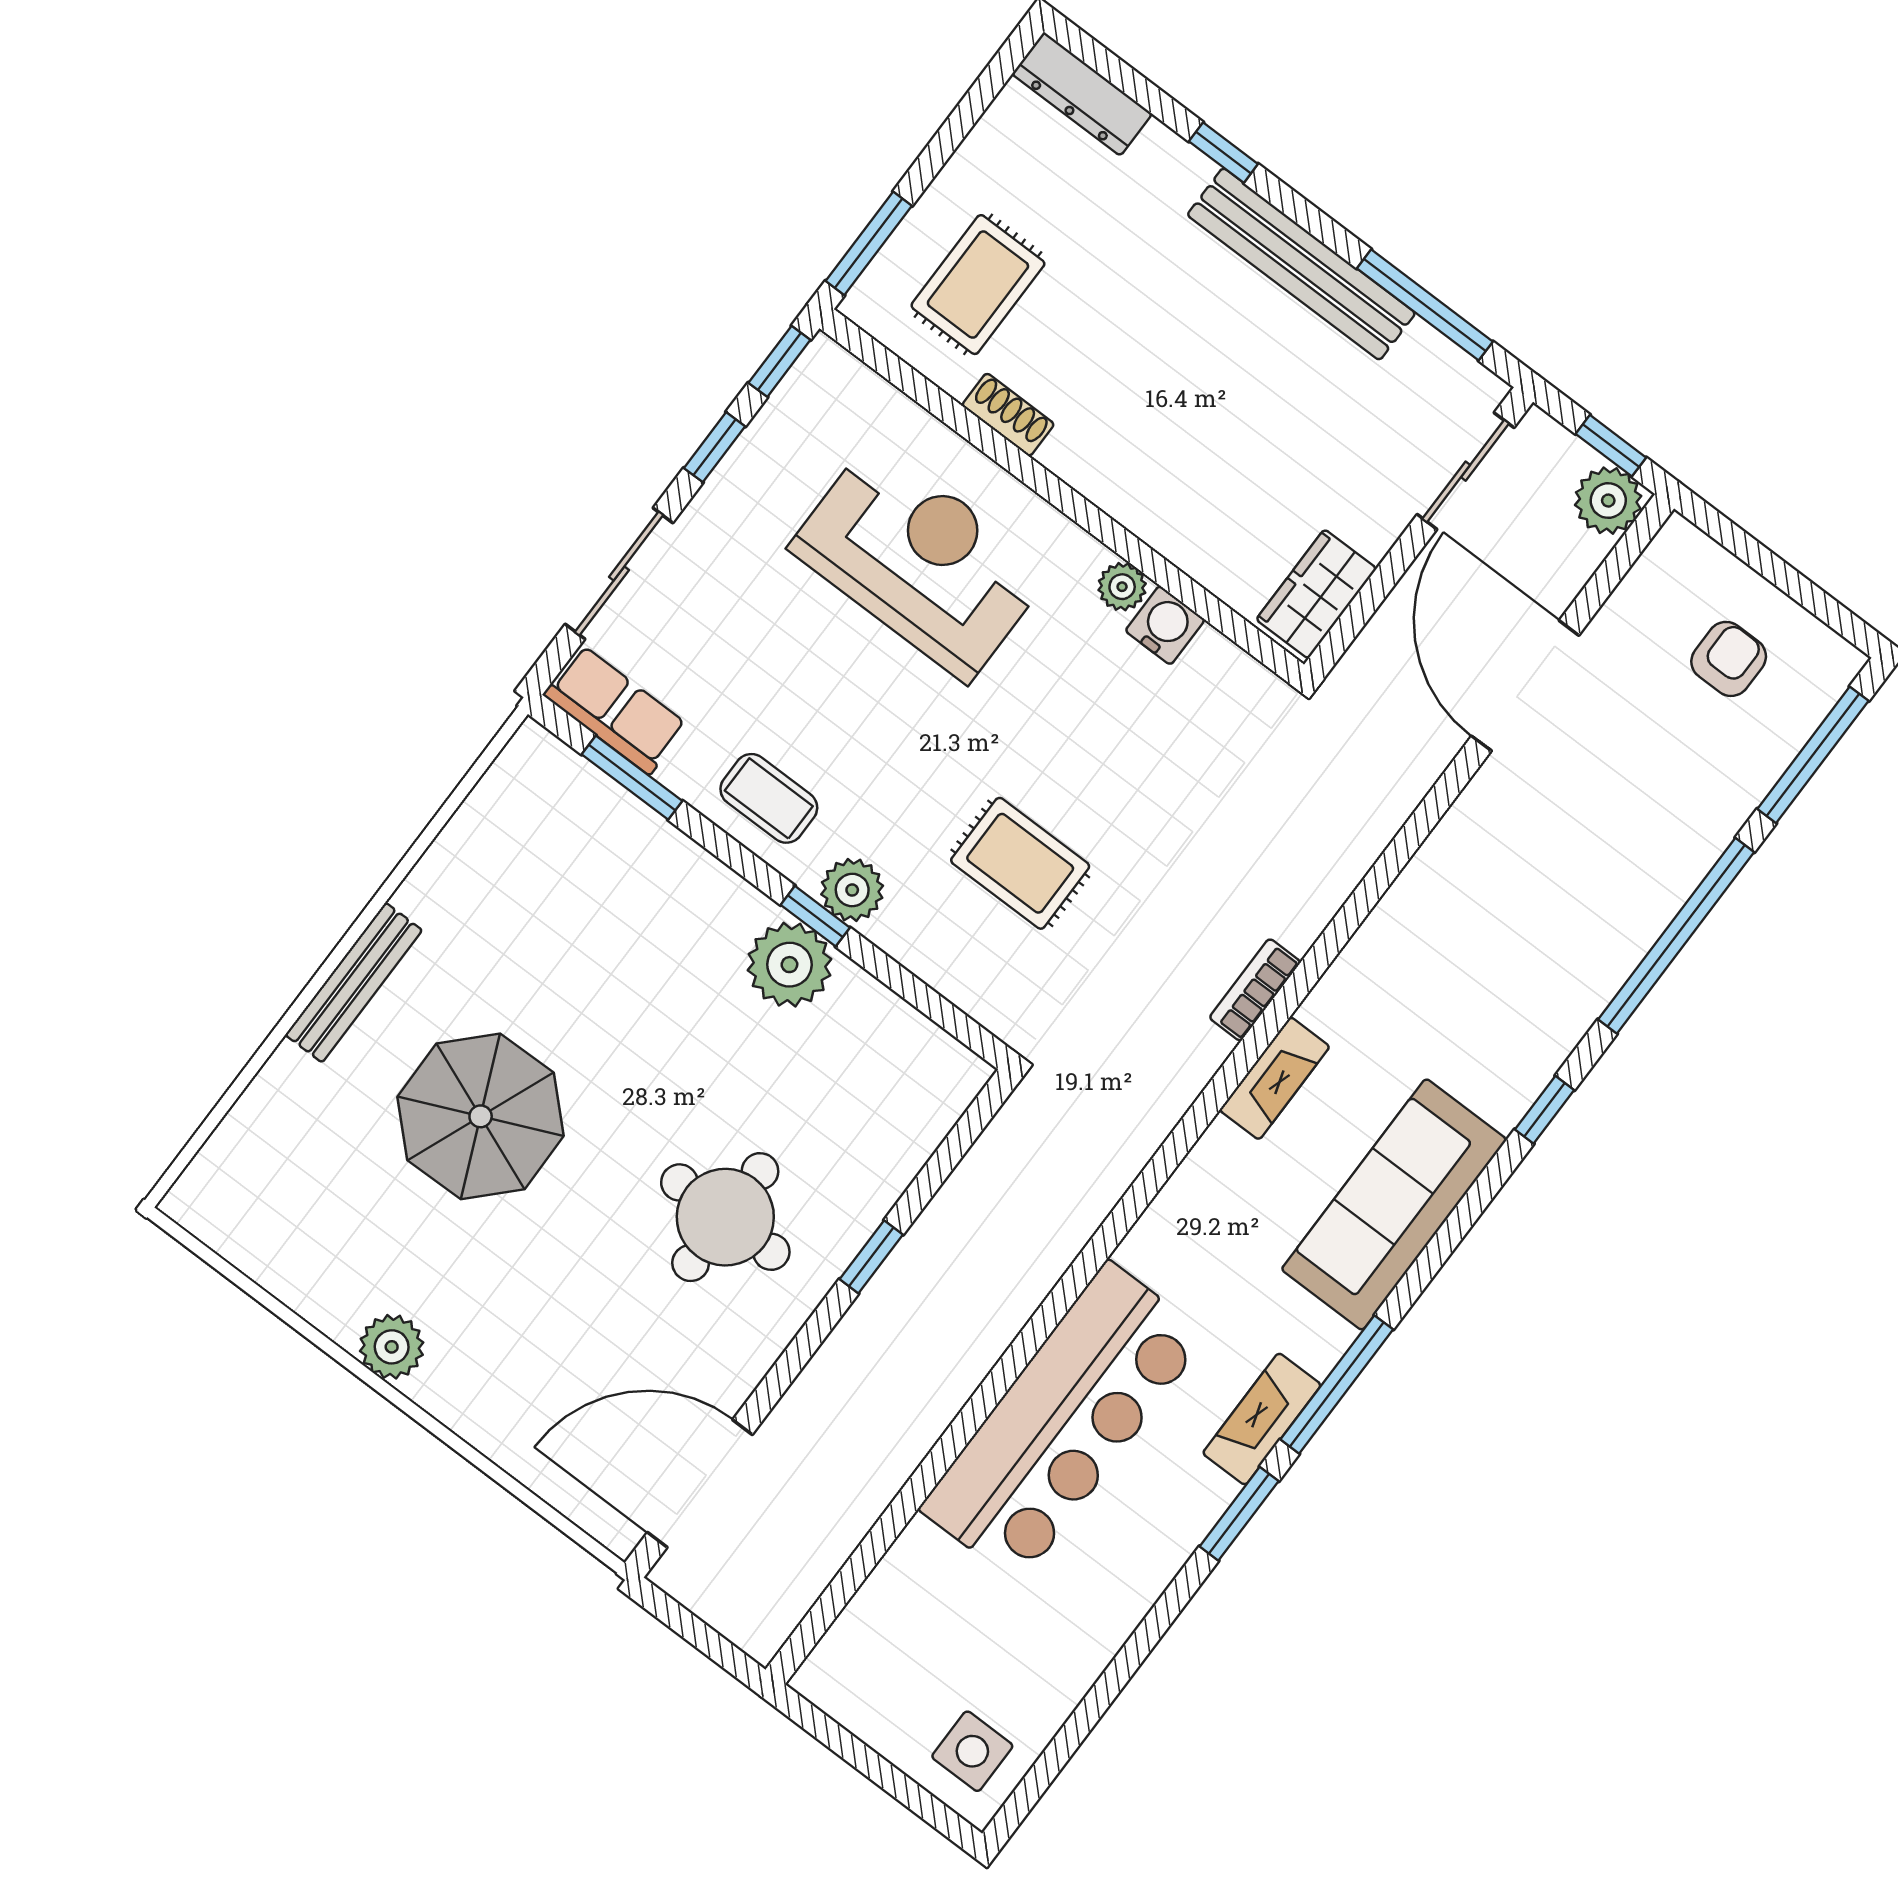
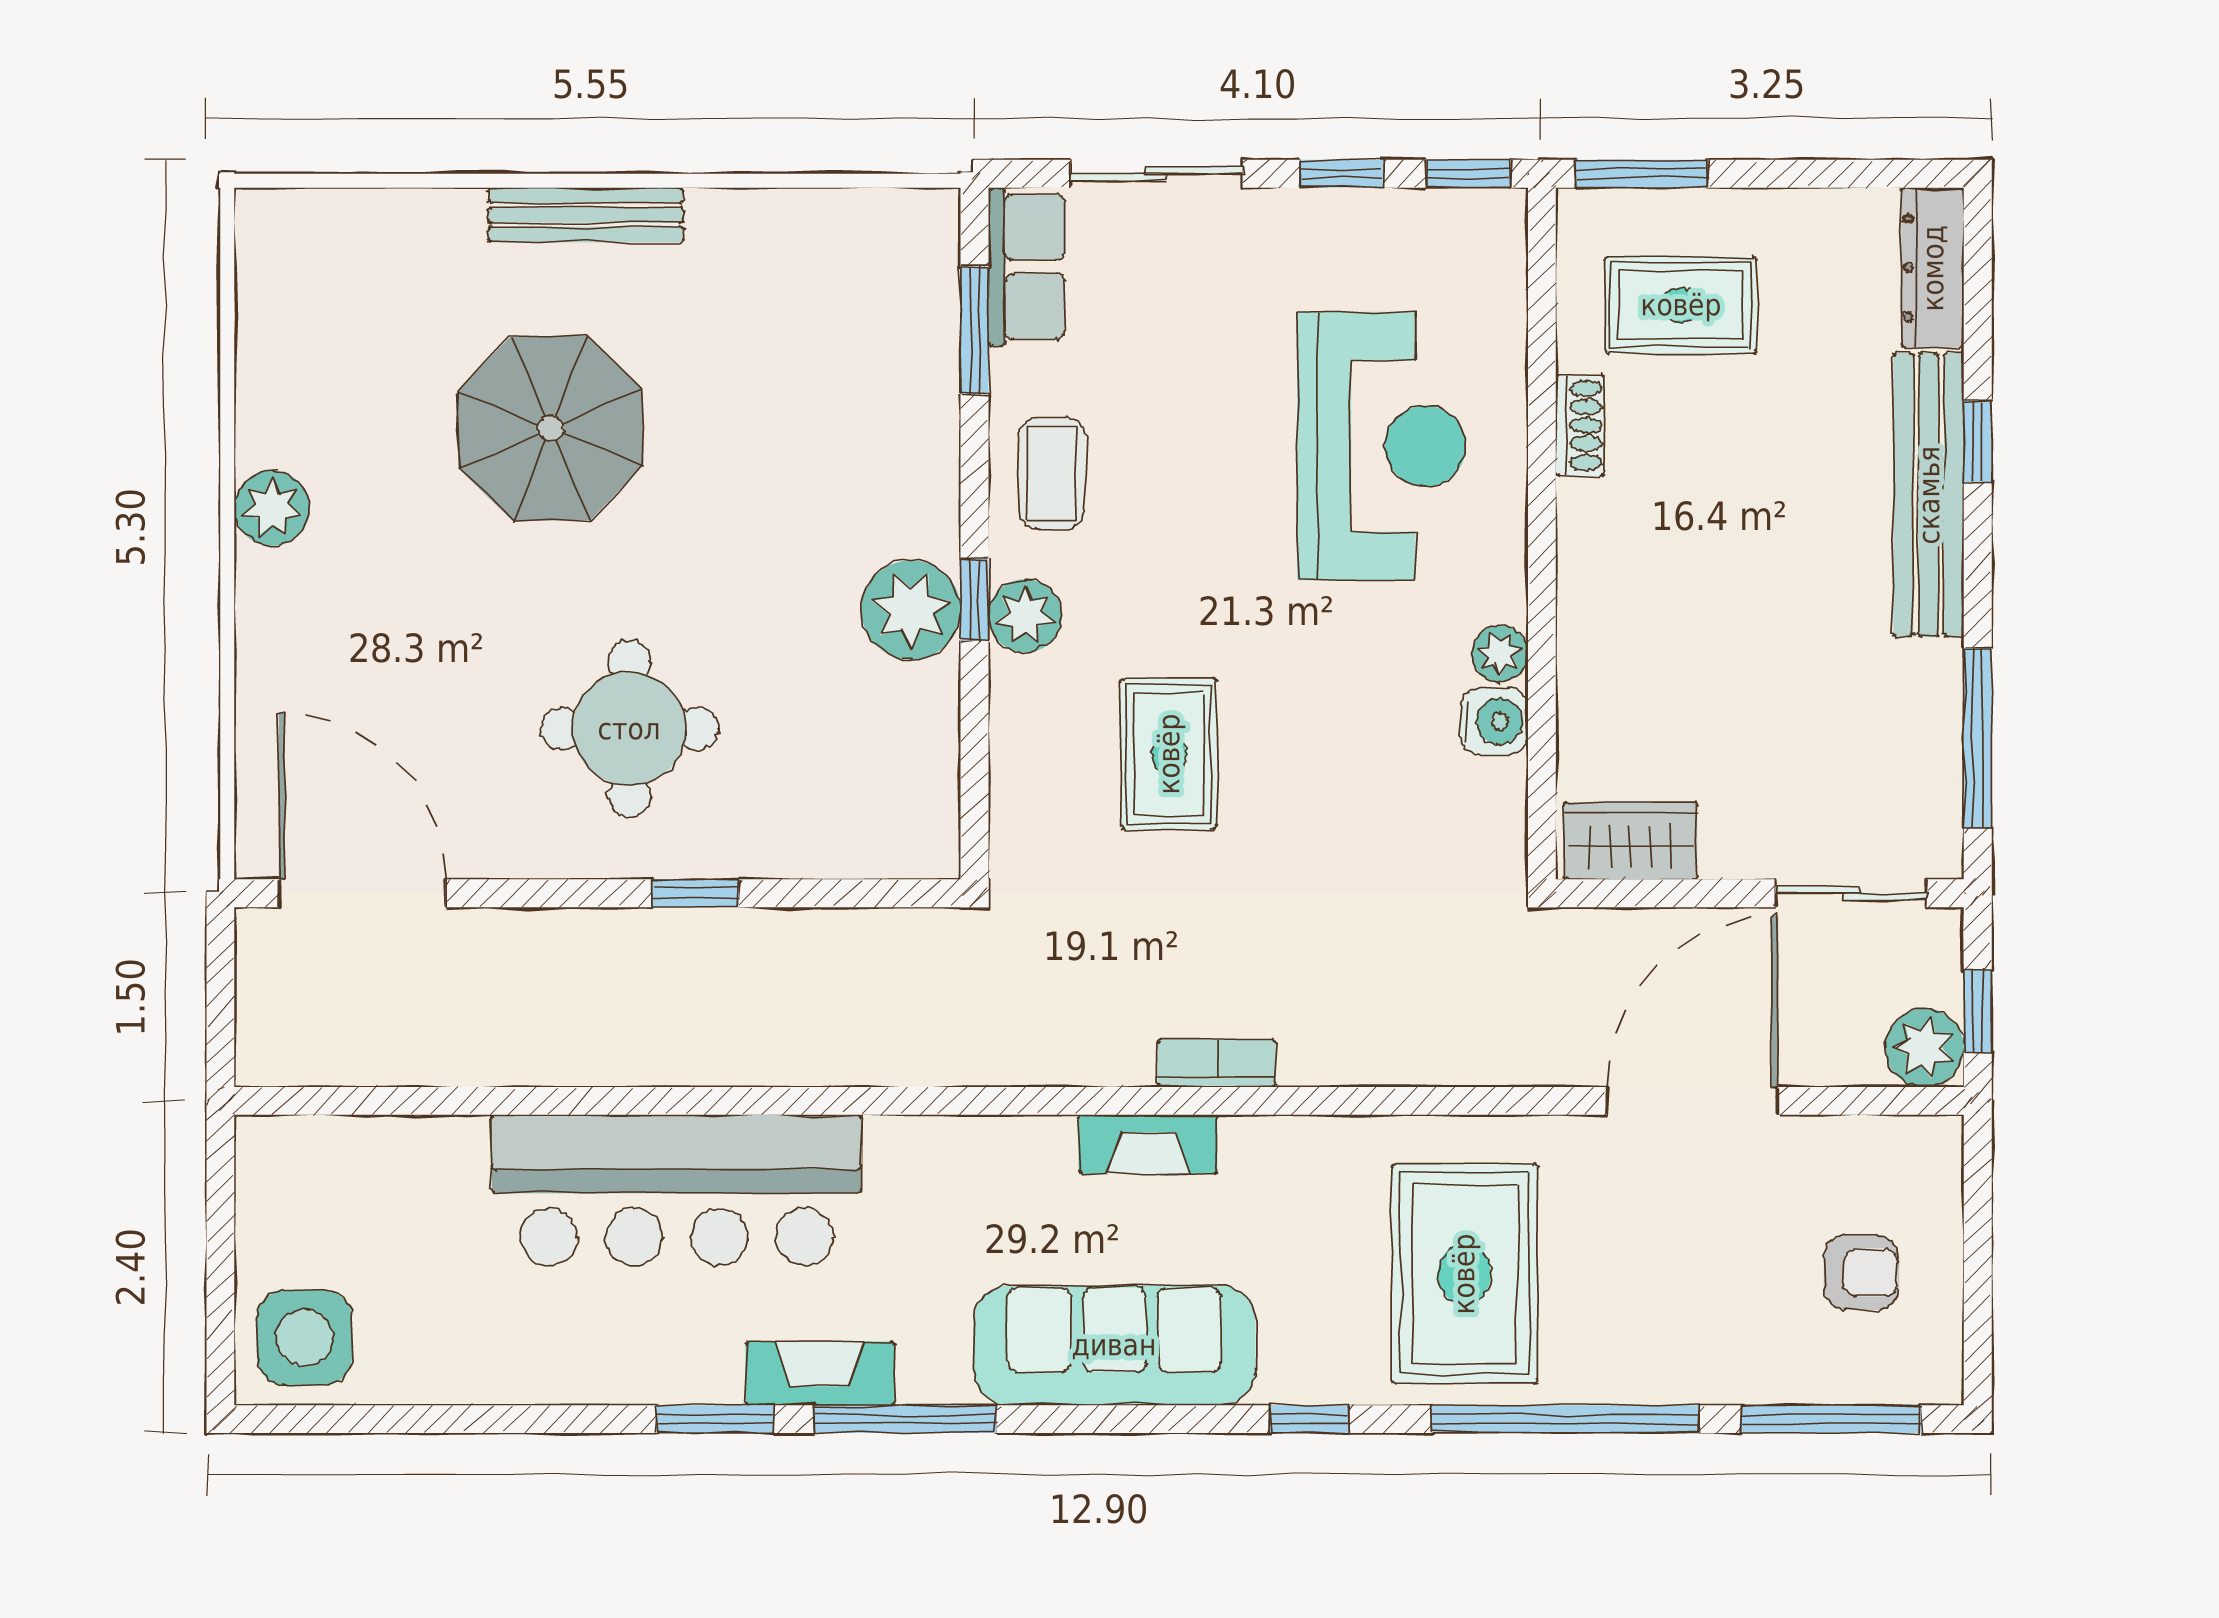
bench: (1301, 264) -> (1929, 495), moved
rug: (1525, 930) -> (1464, 1274), added
side table: (972, 1751) -> (304, 1338), width x1.37, depth x1.37

